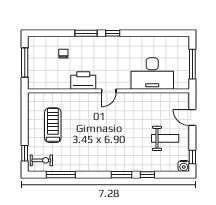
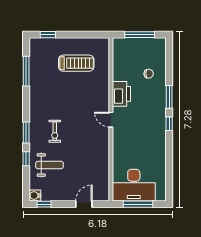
desk: (152, 74) -> (134, 185), moved, turned -90
weight bench: (165, 138) -> (49, 165), moved, turned -90
exercise bike: (41, 160) -> (55, 131), moved

